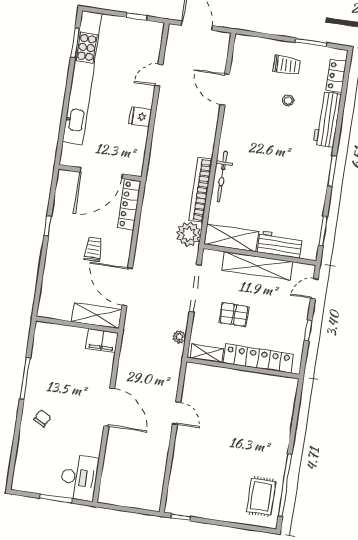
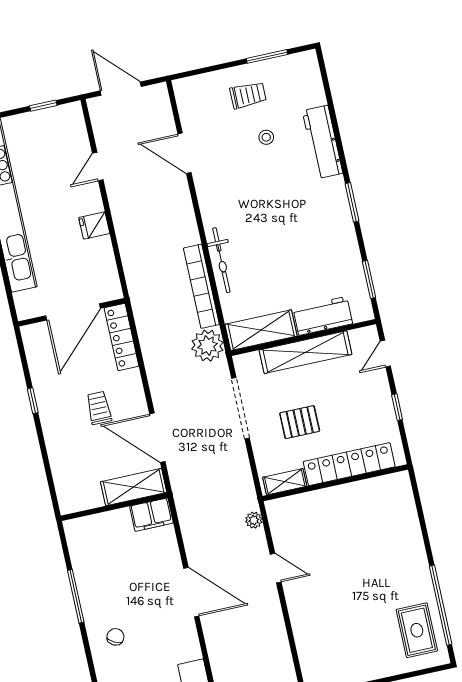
locker: (336, 76) -> (313, 85), removed
plant: (179, 337) -> (254, 520), moved

